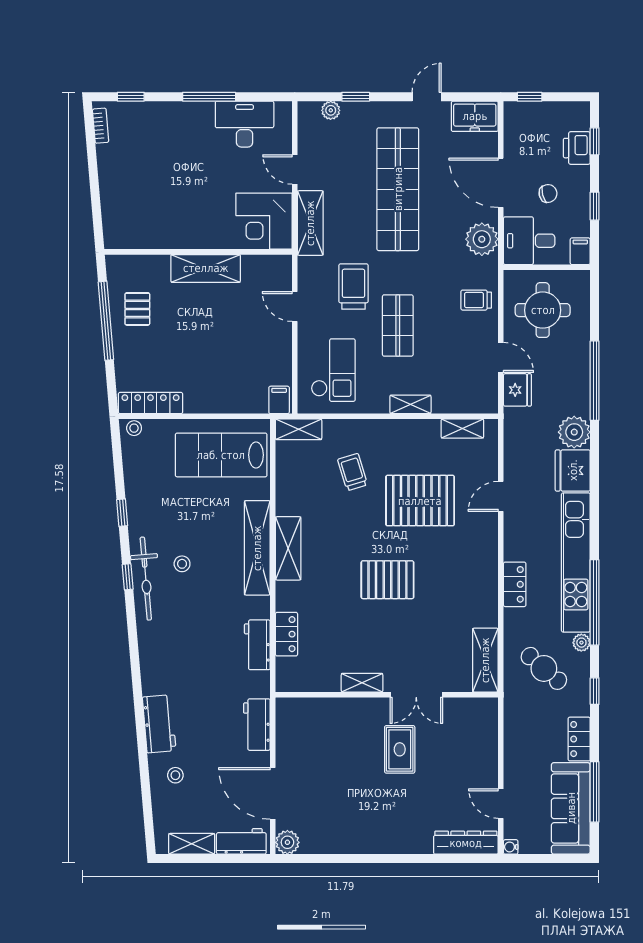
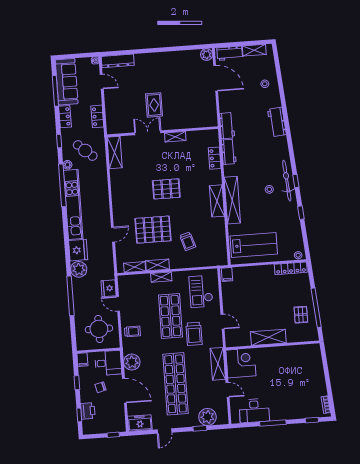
plant: (331, 110) -> (207, 417), width x1.87, depth x1.87
shop shelf: (398, 325) -> (171, 316), width x1.43, depth x1.36
shelving: (299, 429) -> (158, 265), moved
locker: (515, 584) -> (97, 116), moved
workbench: (159, 724) -> (277, 122), moved
workbench: (257, 725) -> (227, 126), moved

